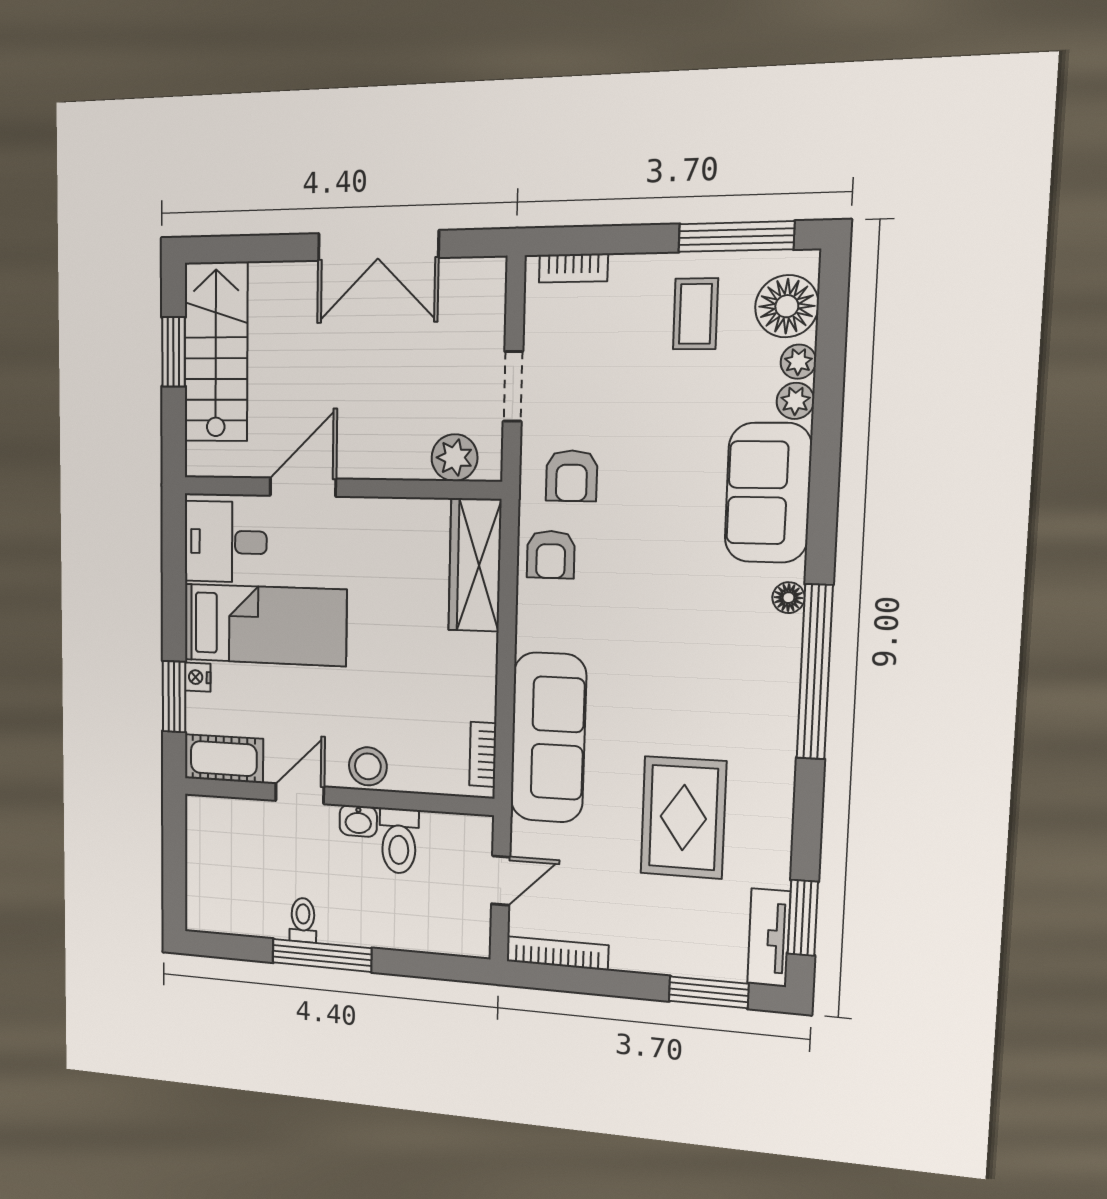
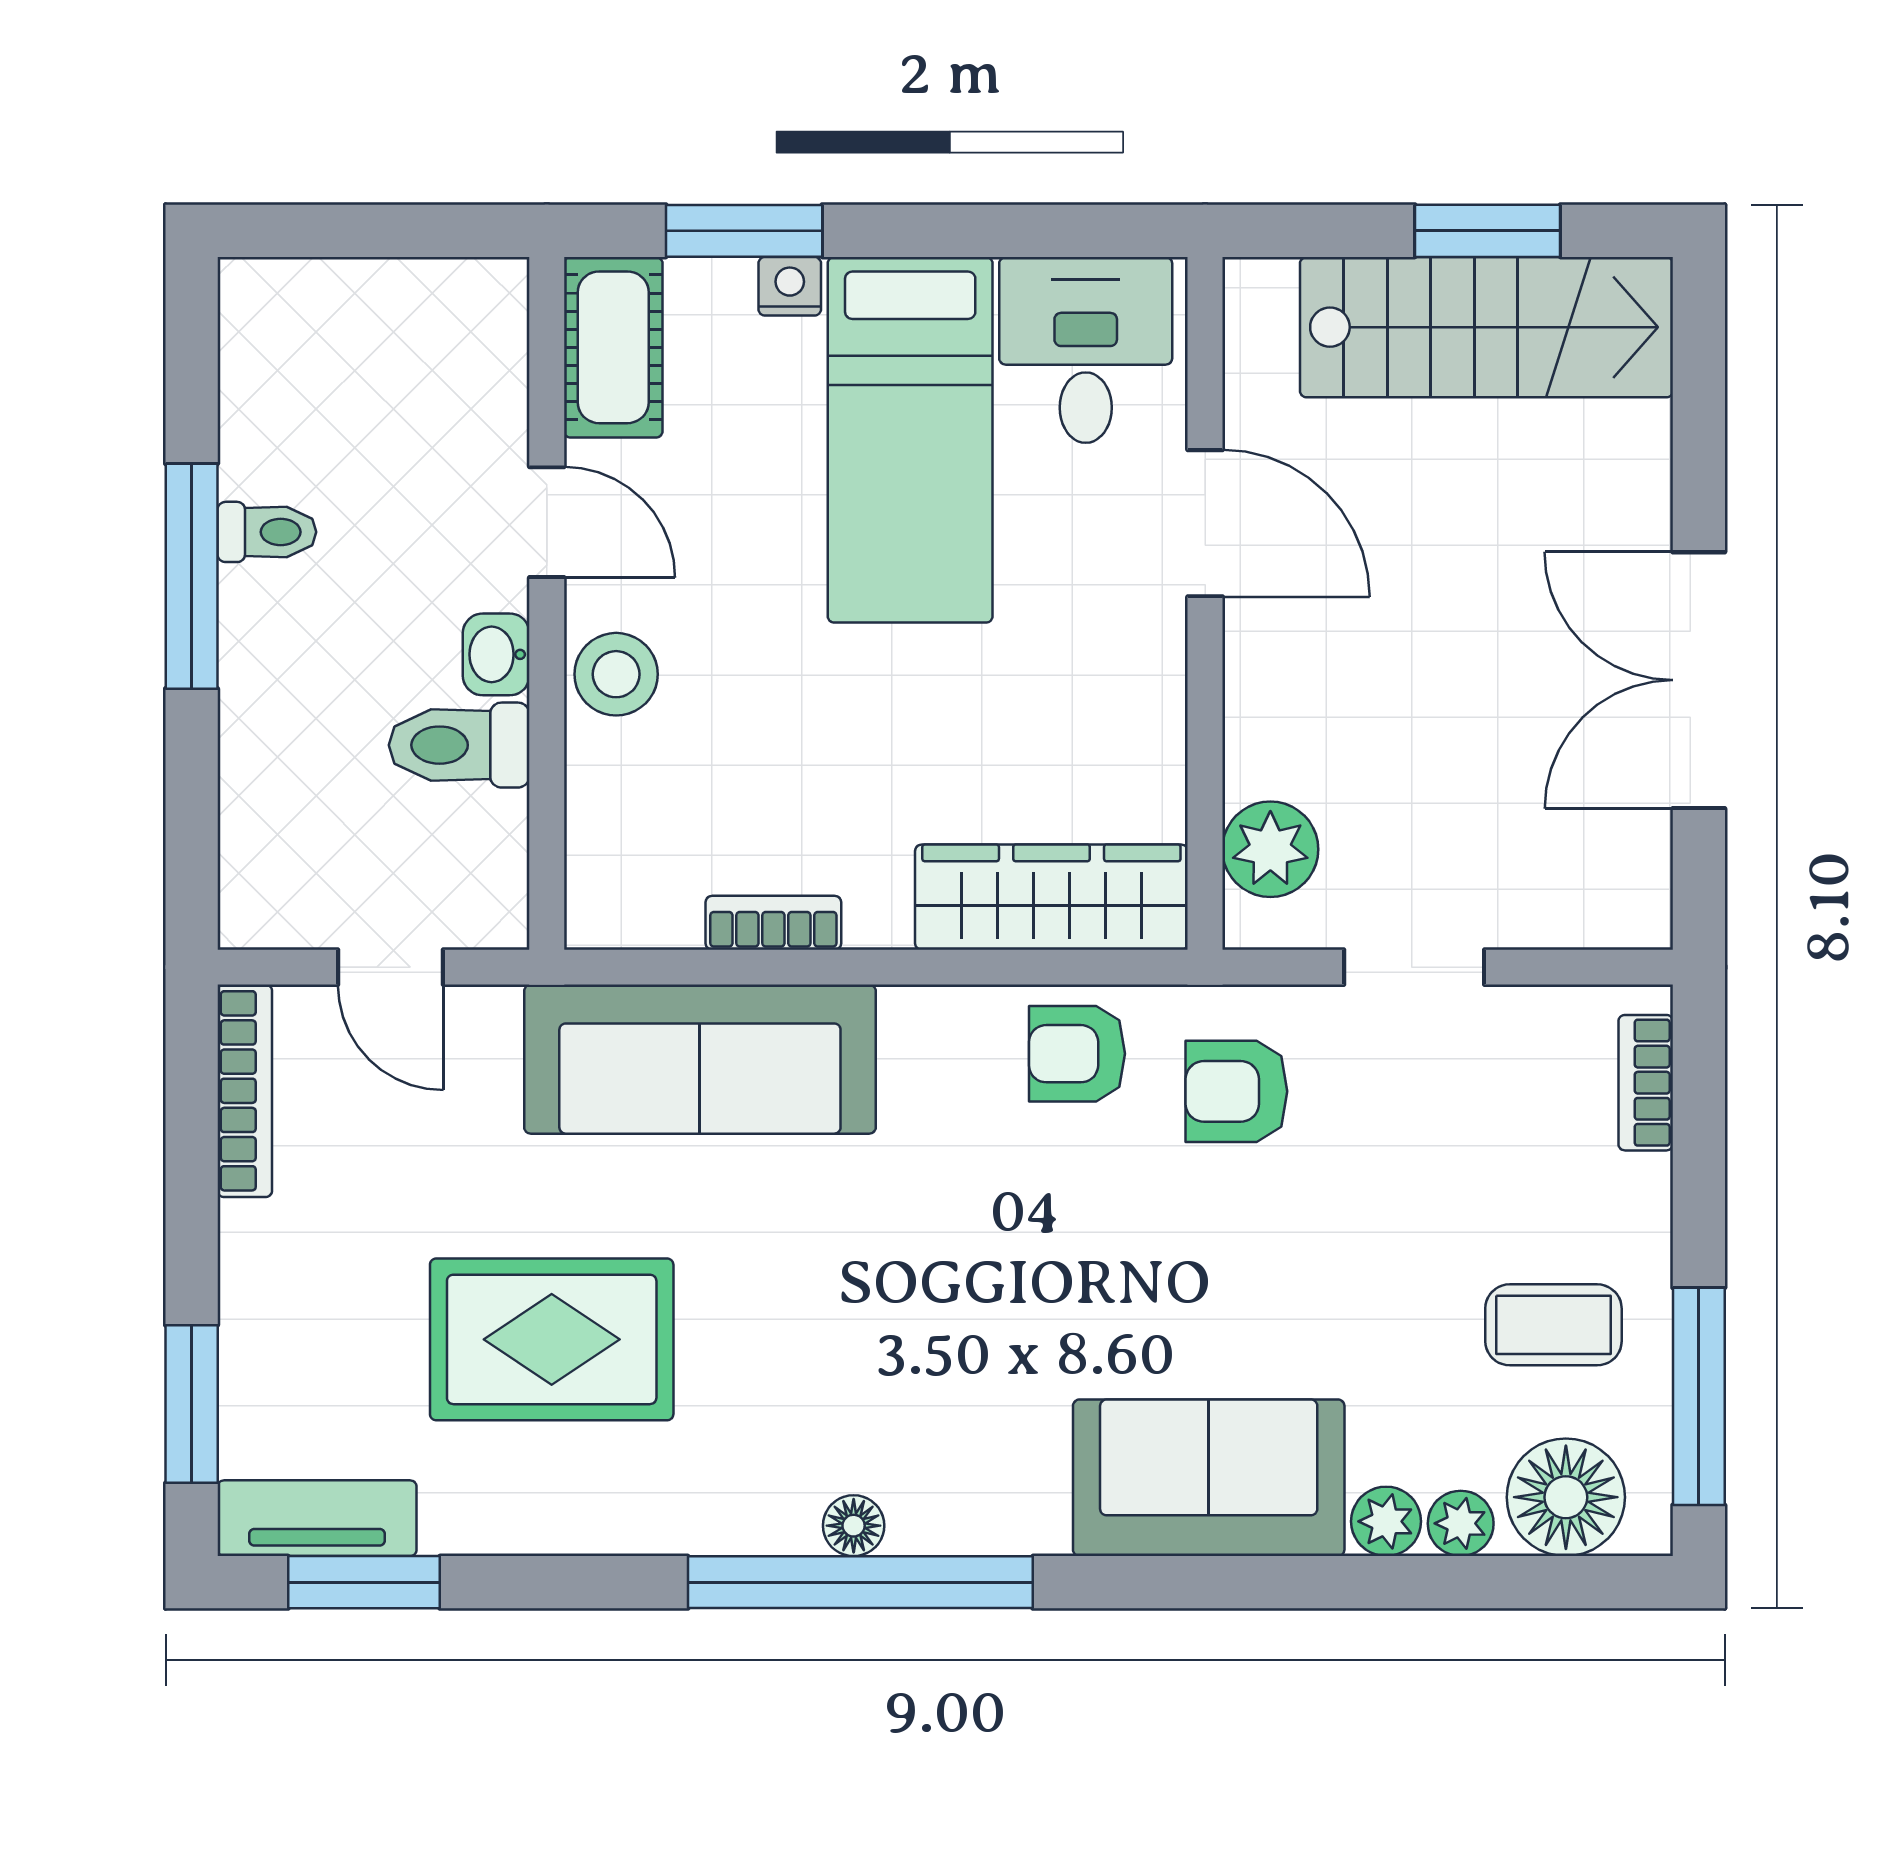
floor lamp: (788, 598) -> (854, 1526), moved
bookcase: (483, 754) -> (773, 923), moved

